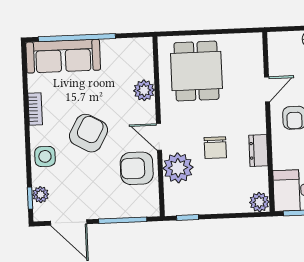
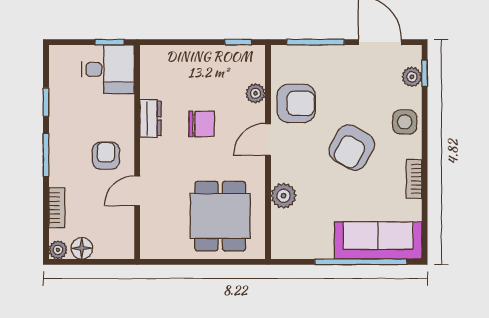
door: (159, 137) -> (268, 139), swing flipped
chair: (215, 148) -> (202, 124), turned 90
plant: (178, 168) -> (255, 93), width x0.53, depth x0.53
plant: (259, 202) -> (152, 57), removed

